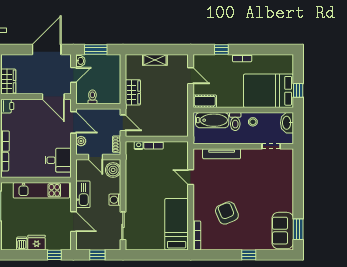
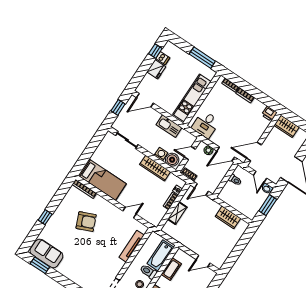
shelving: (155, 60) -> (177, 213), moved
wardrobe: (133, 92) -> (228, 217), moved
cot: (205, 101) -> (171, 269), moved
wardrobe: (132, 181) -> (155, 168), added
washing machine: (115, 200) -> (161, 154), moved
door: (73, 222) -> (145, 100), moved
window: (54, 255) -> (155, 51), moved

